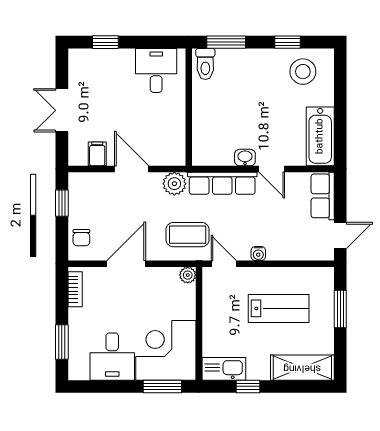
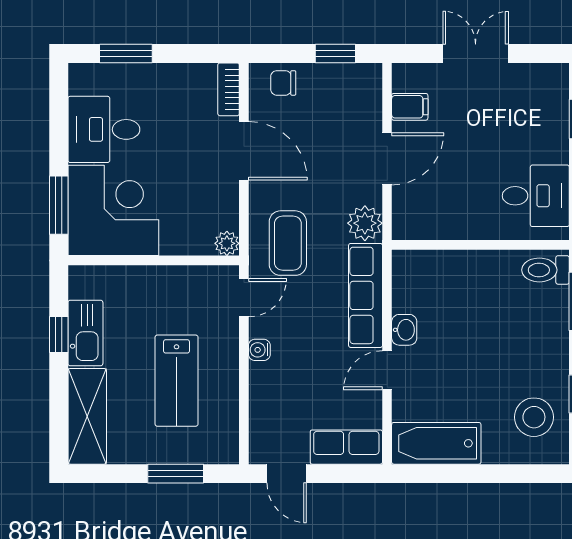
bookcase: (75, 289) -> (229, 89), moved, turned 90
kitchen sink: (224, 369) -> (85, 333), moved

